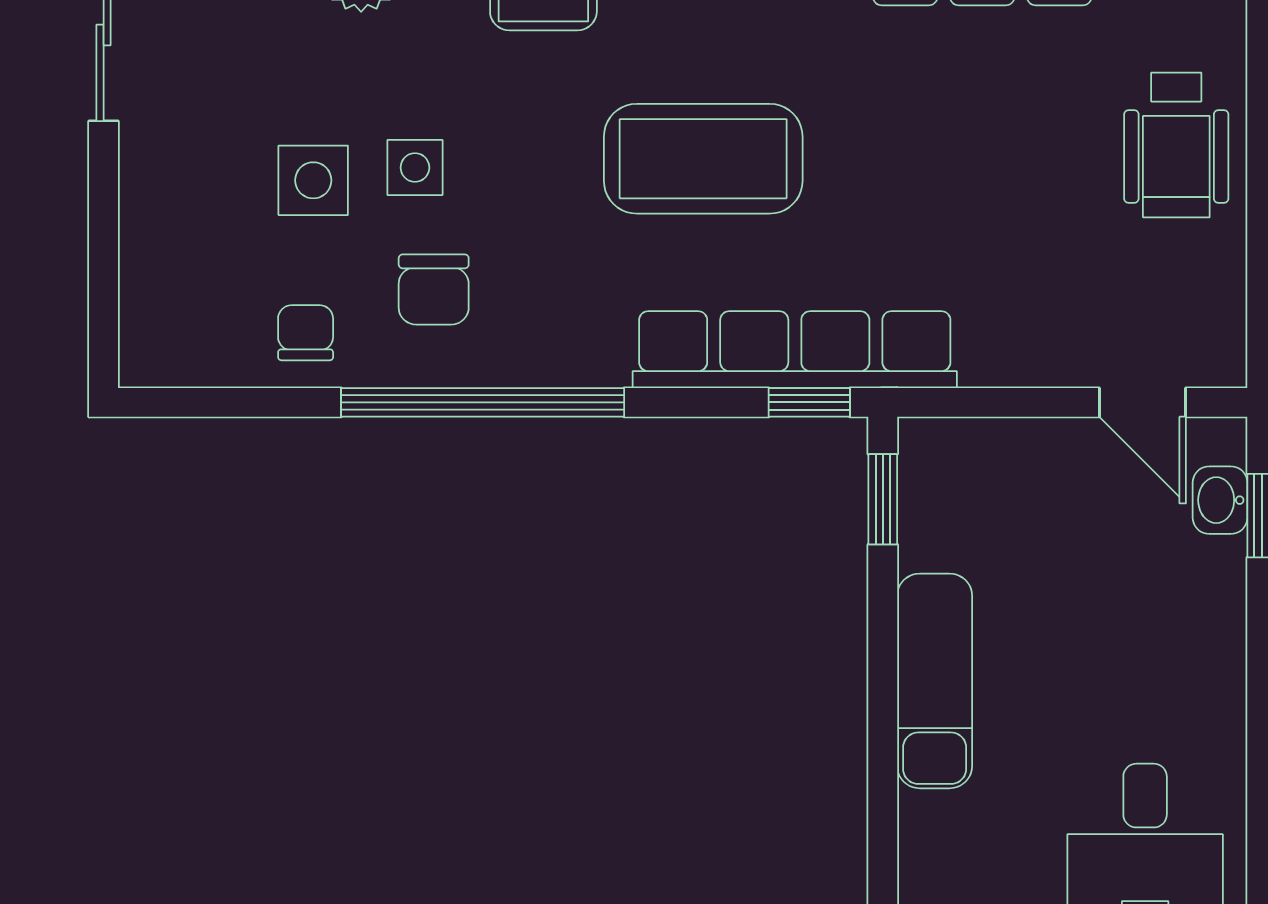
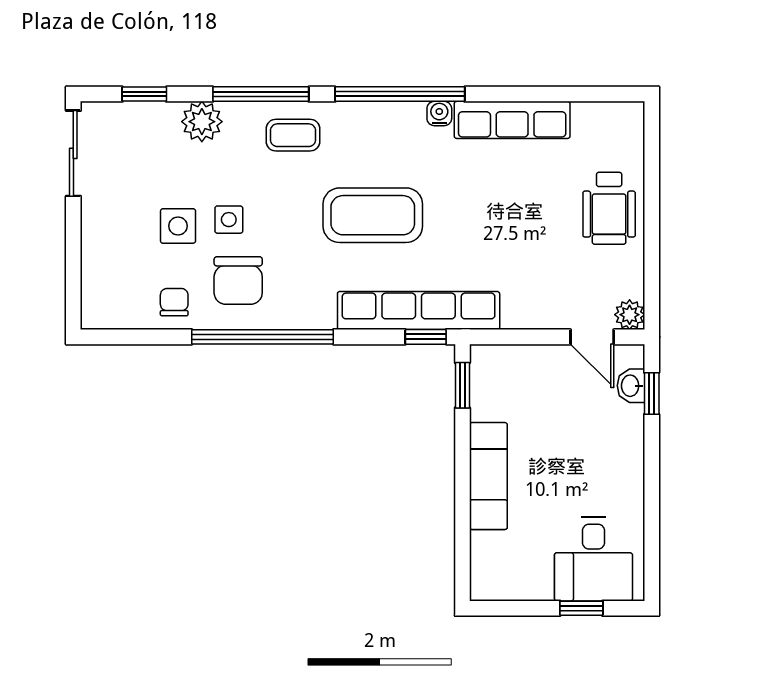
chair: (434, 289) -> (238, 280), width x1.37, depth x1.37
plant: (1217, 358) -> (630, 315), added

